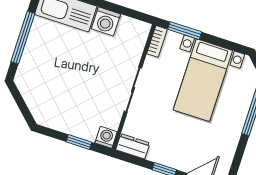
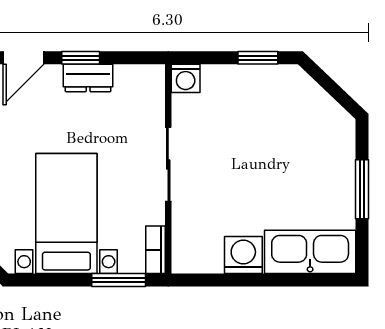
window: (23, 38) -> (362, 189), width x0.69
window: (79, 142) -> (258, 58), moved
dresser: (133, 146) -> (88, 78), moved

